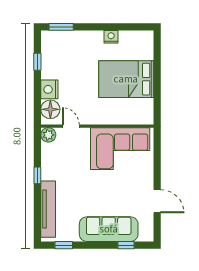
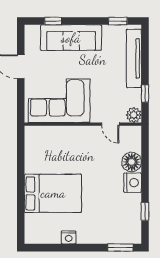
door: (71, 126) -> (110, 124), moved
wall: (97, 126) -> (83, 124), moved
plant: (48, 135) -> (134, 115), moved
corner sofa: (120, 149) -> (59, 101), moved

